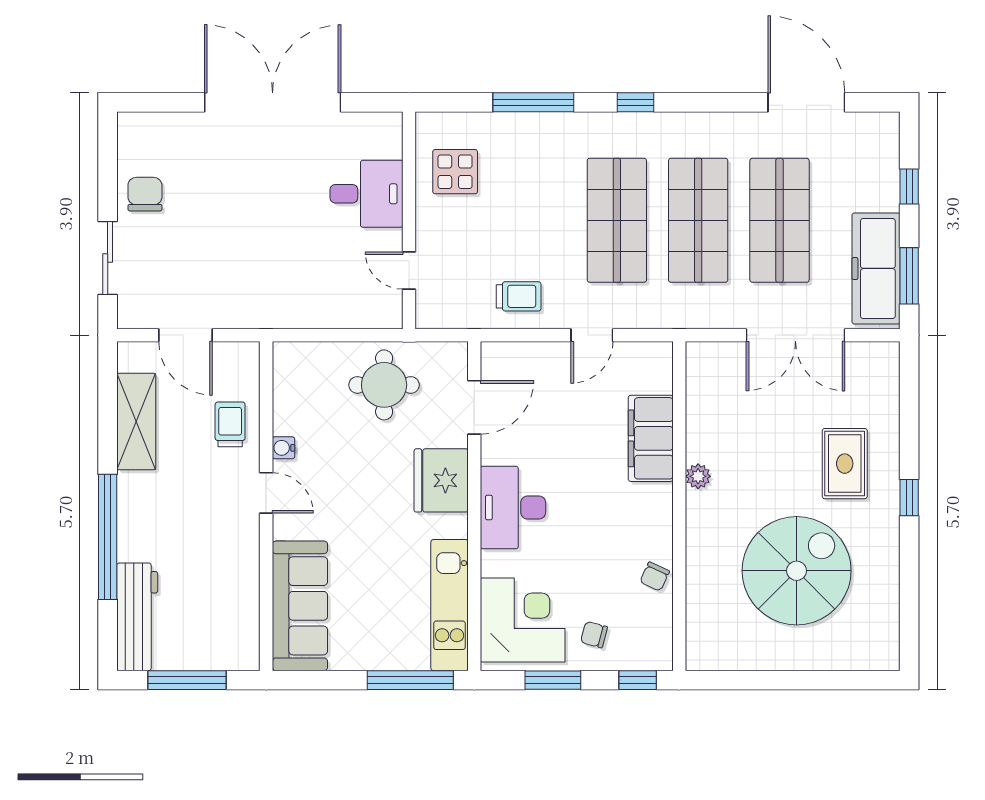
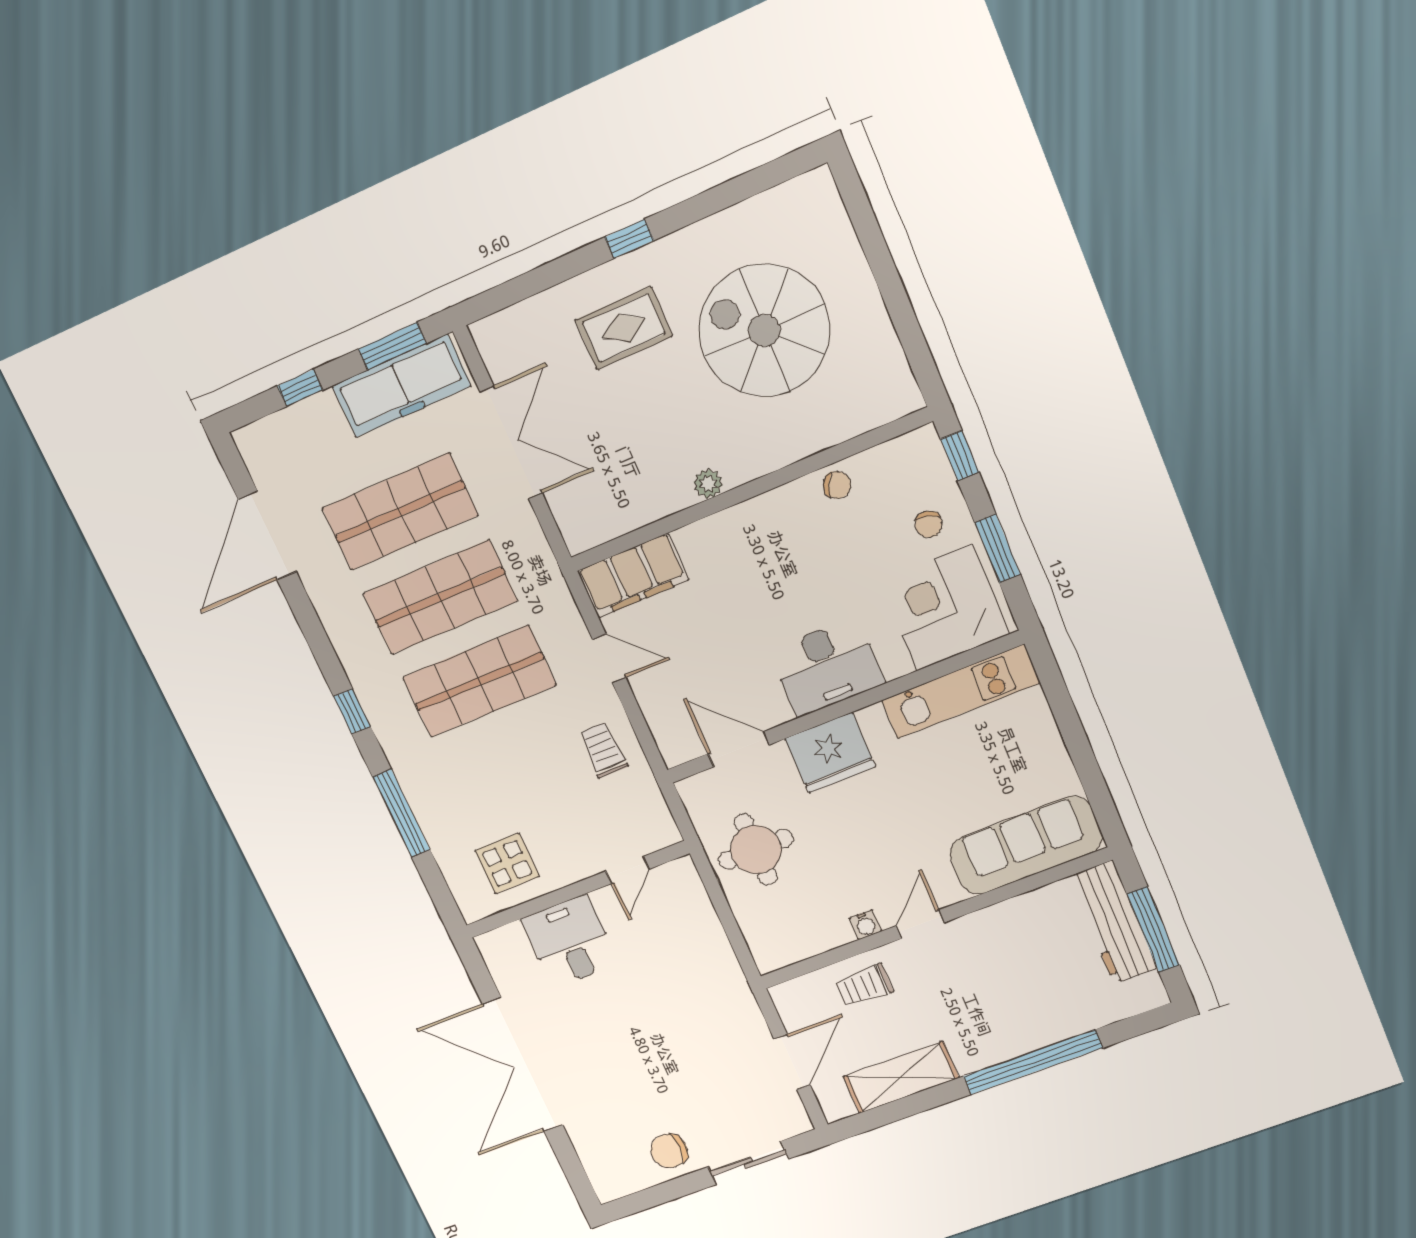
filing cabinet: (651, 438) -> (633, 576), moved
workbench: (137, 617) -> (1113, 922), moved, turned -90
window: (410, 680) -> (1060, 701), removed

